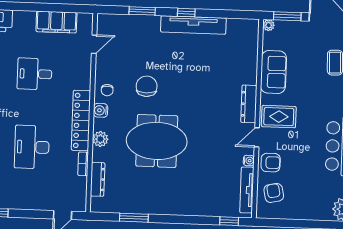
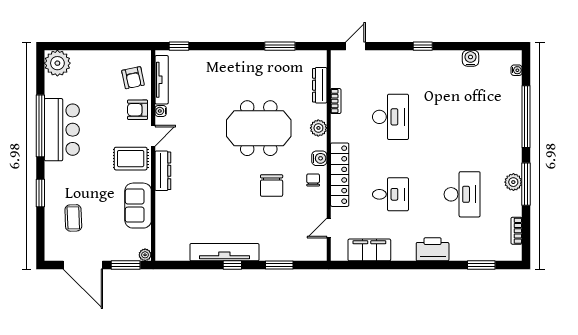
locker: (81, 120) -> (340, 175), moved

